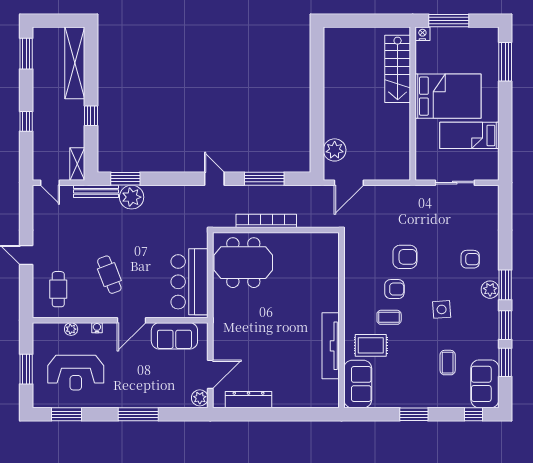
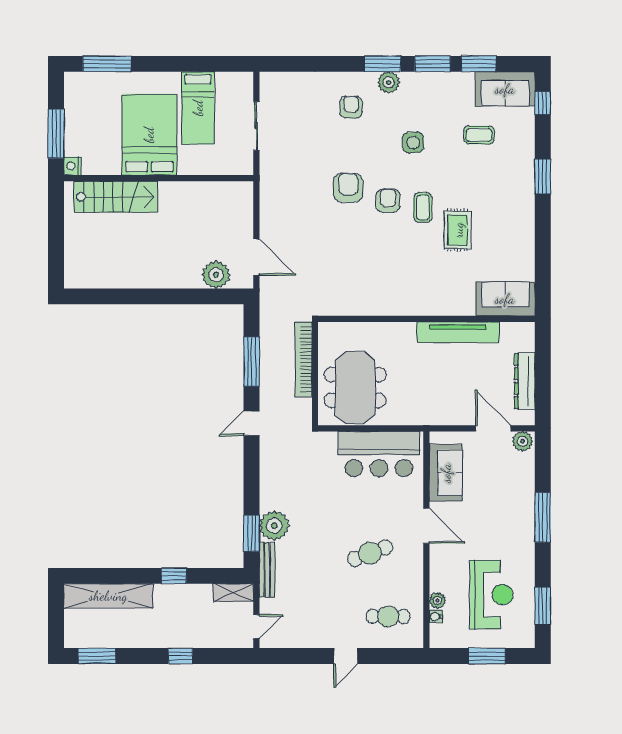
wall: (342, 320) -> (426, 319), moved
water cooler: (97, 328) -> (436, 617), moved
tv unit: (331, 346) -> (458, 332), moved
sofa: (358, 384) -> (505, 299), moved

